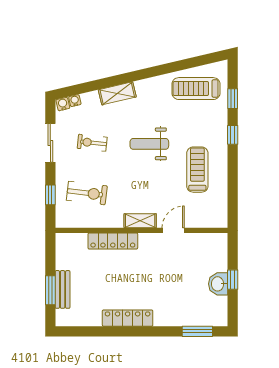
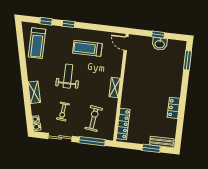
weight bench: (149, 144) -> (68, 76), turned 180
window: (50, 195) -> (92, 141), width x2.17
door: (173, 230) -> (126, 44), moved
locker: (113, 241) -> (123, 124), moved
bench: (63, 289) -> (162, 142), moved
locker: (128, 318) -> (174, 108), width x0.66

